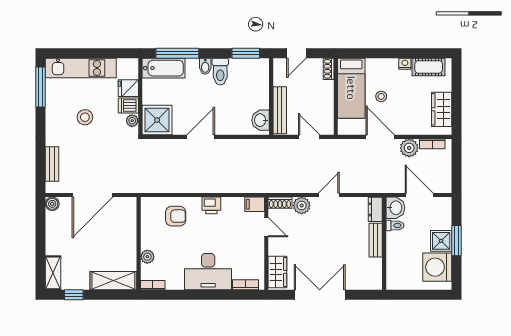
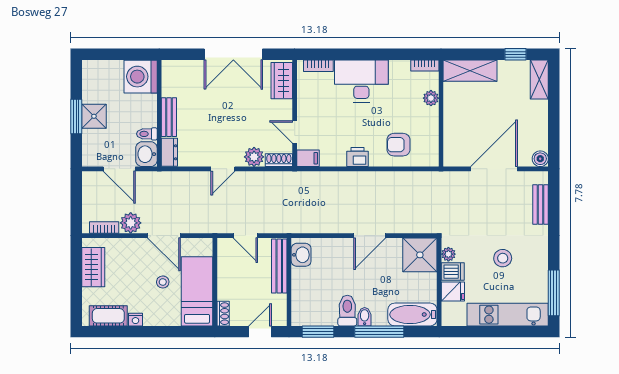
window: (177, 53) -> (379, 332), moved
washing machine: (437, 267) -> (141, 77), moved, turned 180

